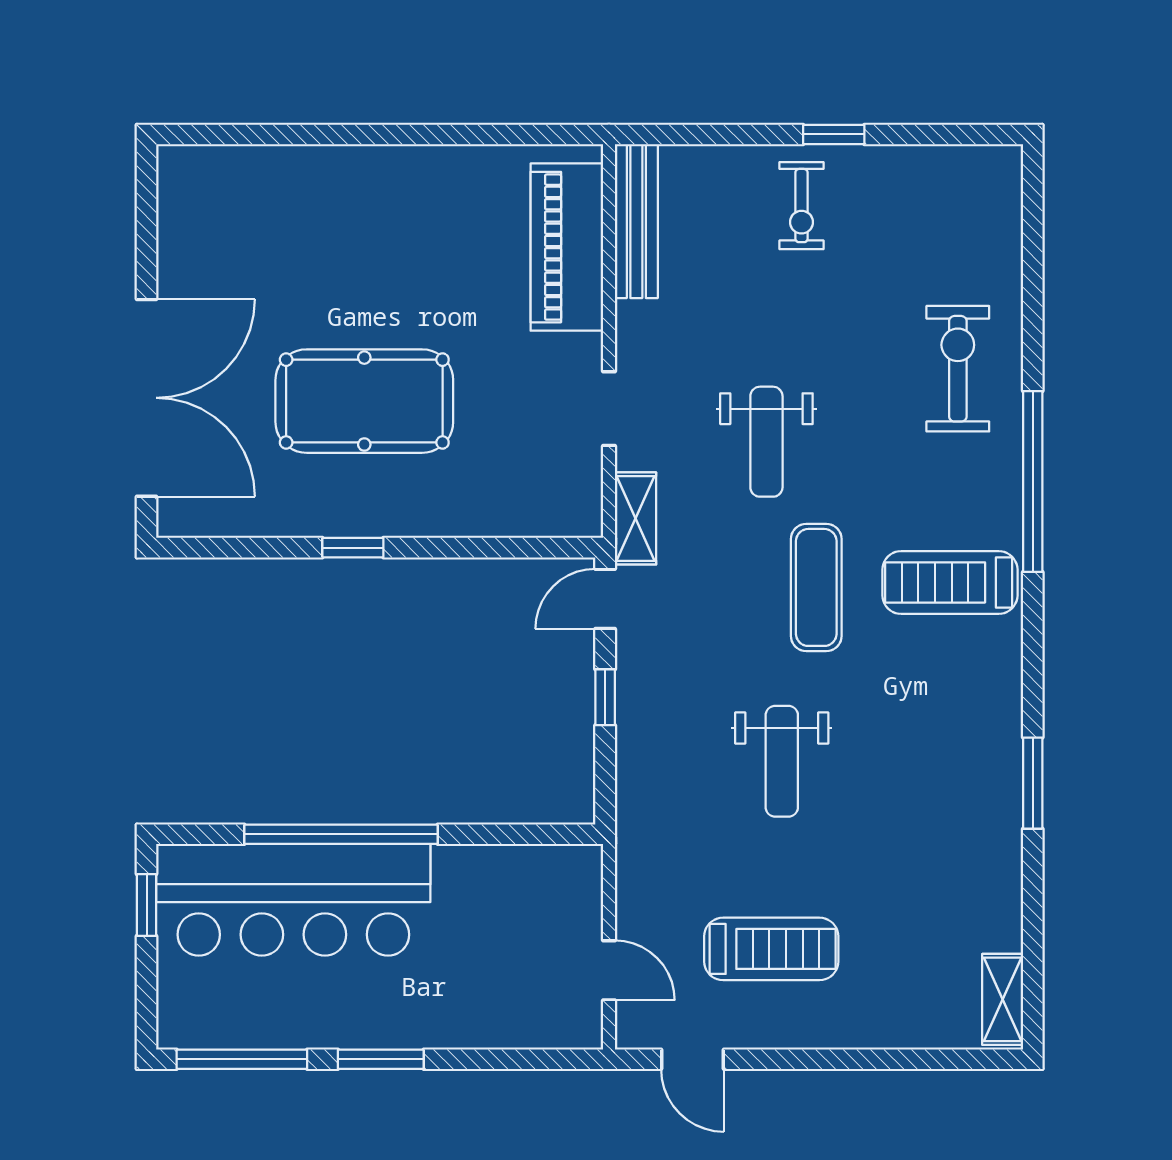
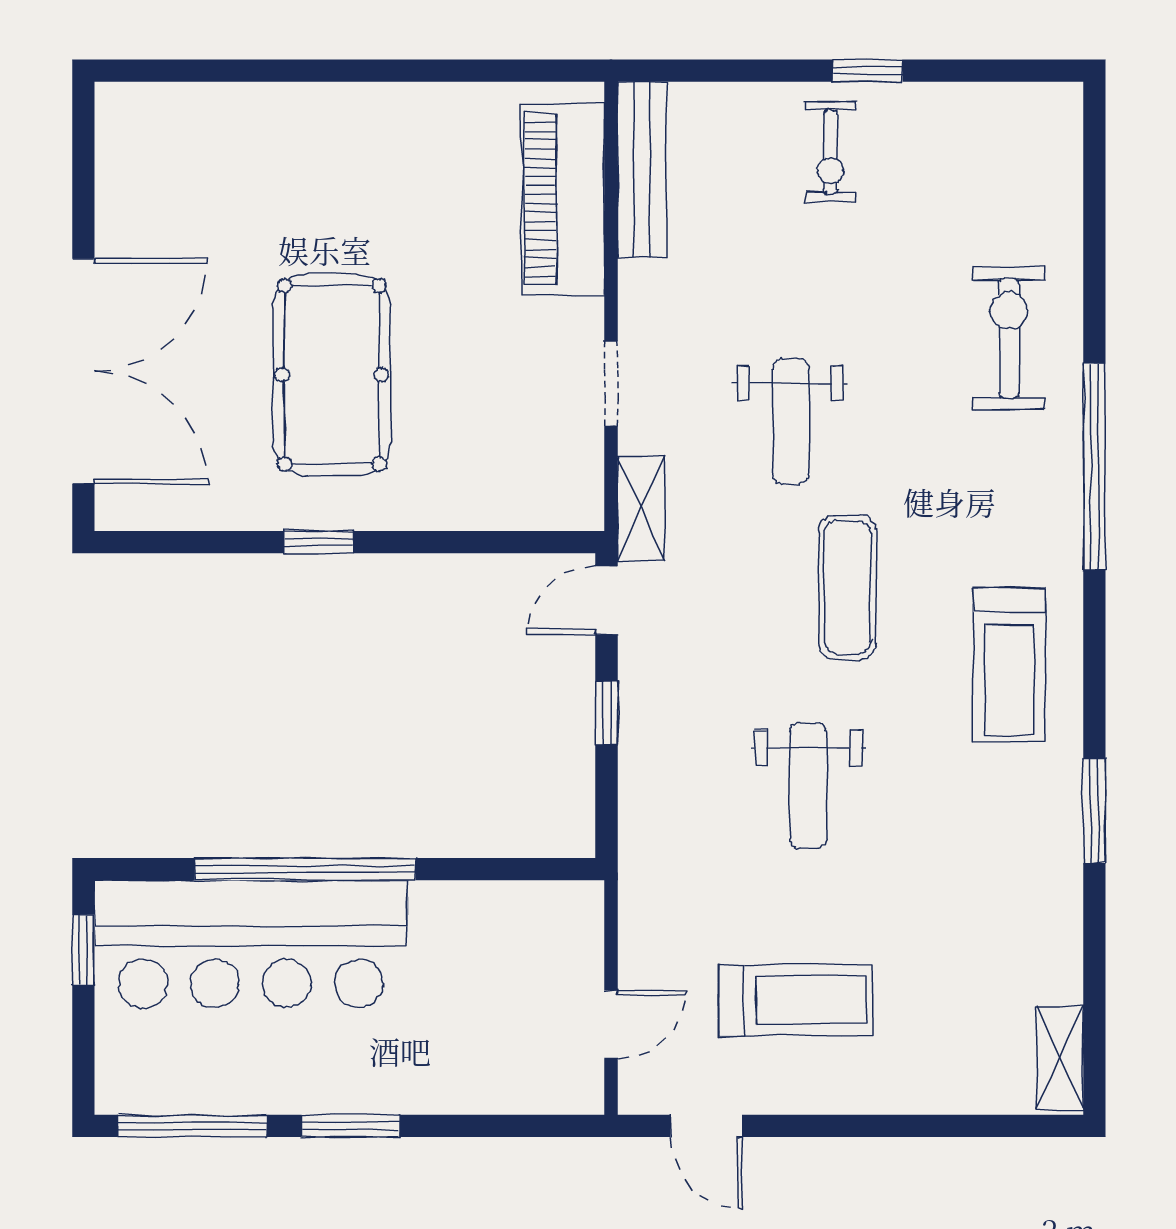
pool table: (364, 401) -> (332, 375), turned 90
treadmill: (950, 582) -> (1010, 665), moved, turned -90
door: (609, 970) -> (611, 1025), hinge flipped

